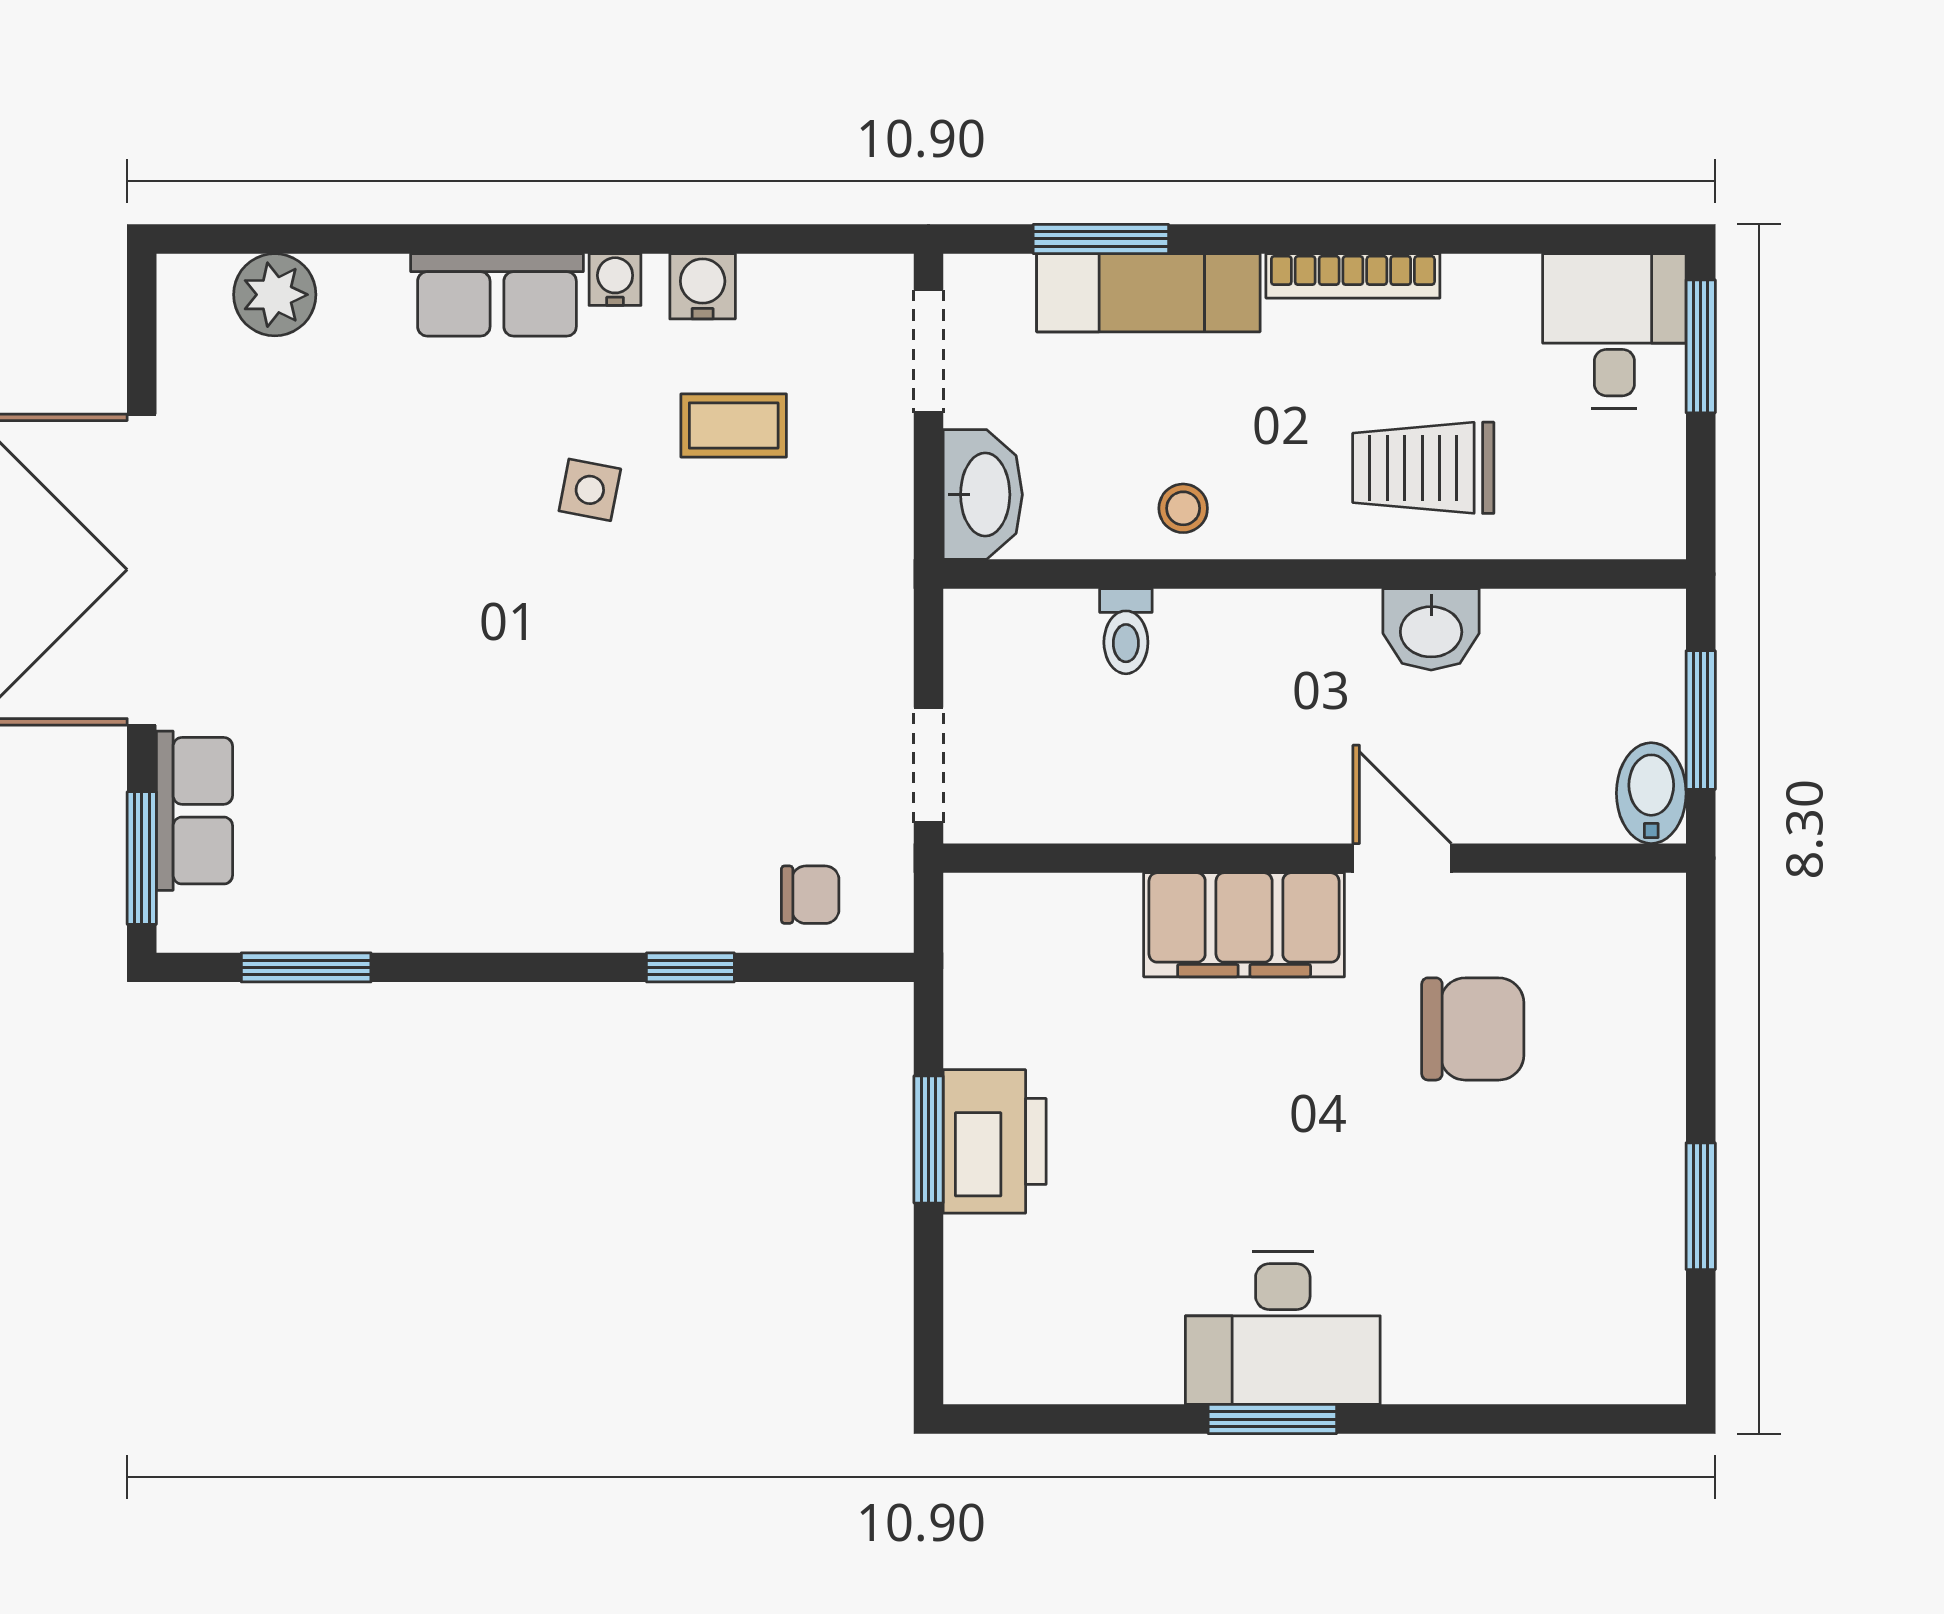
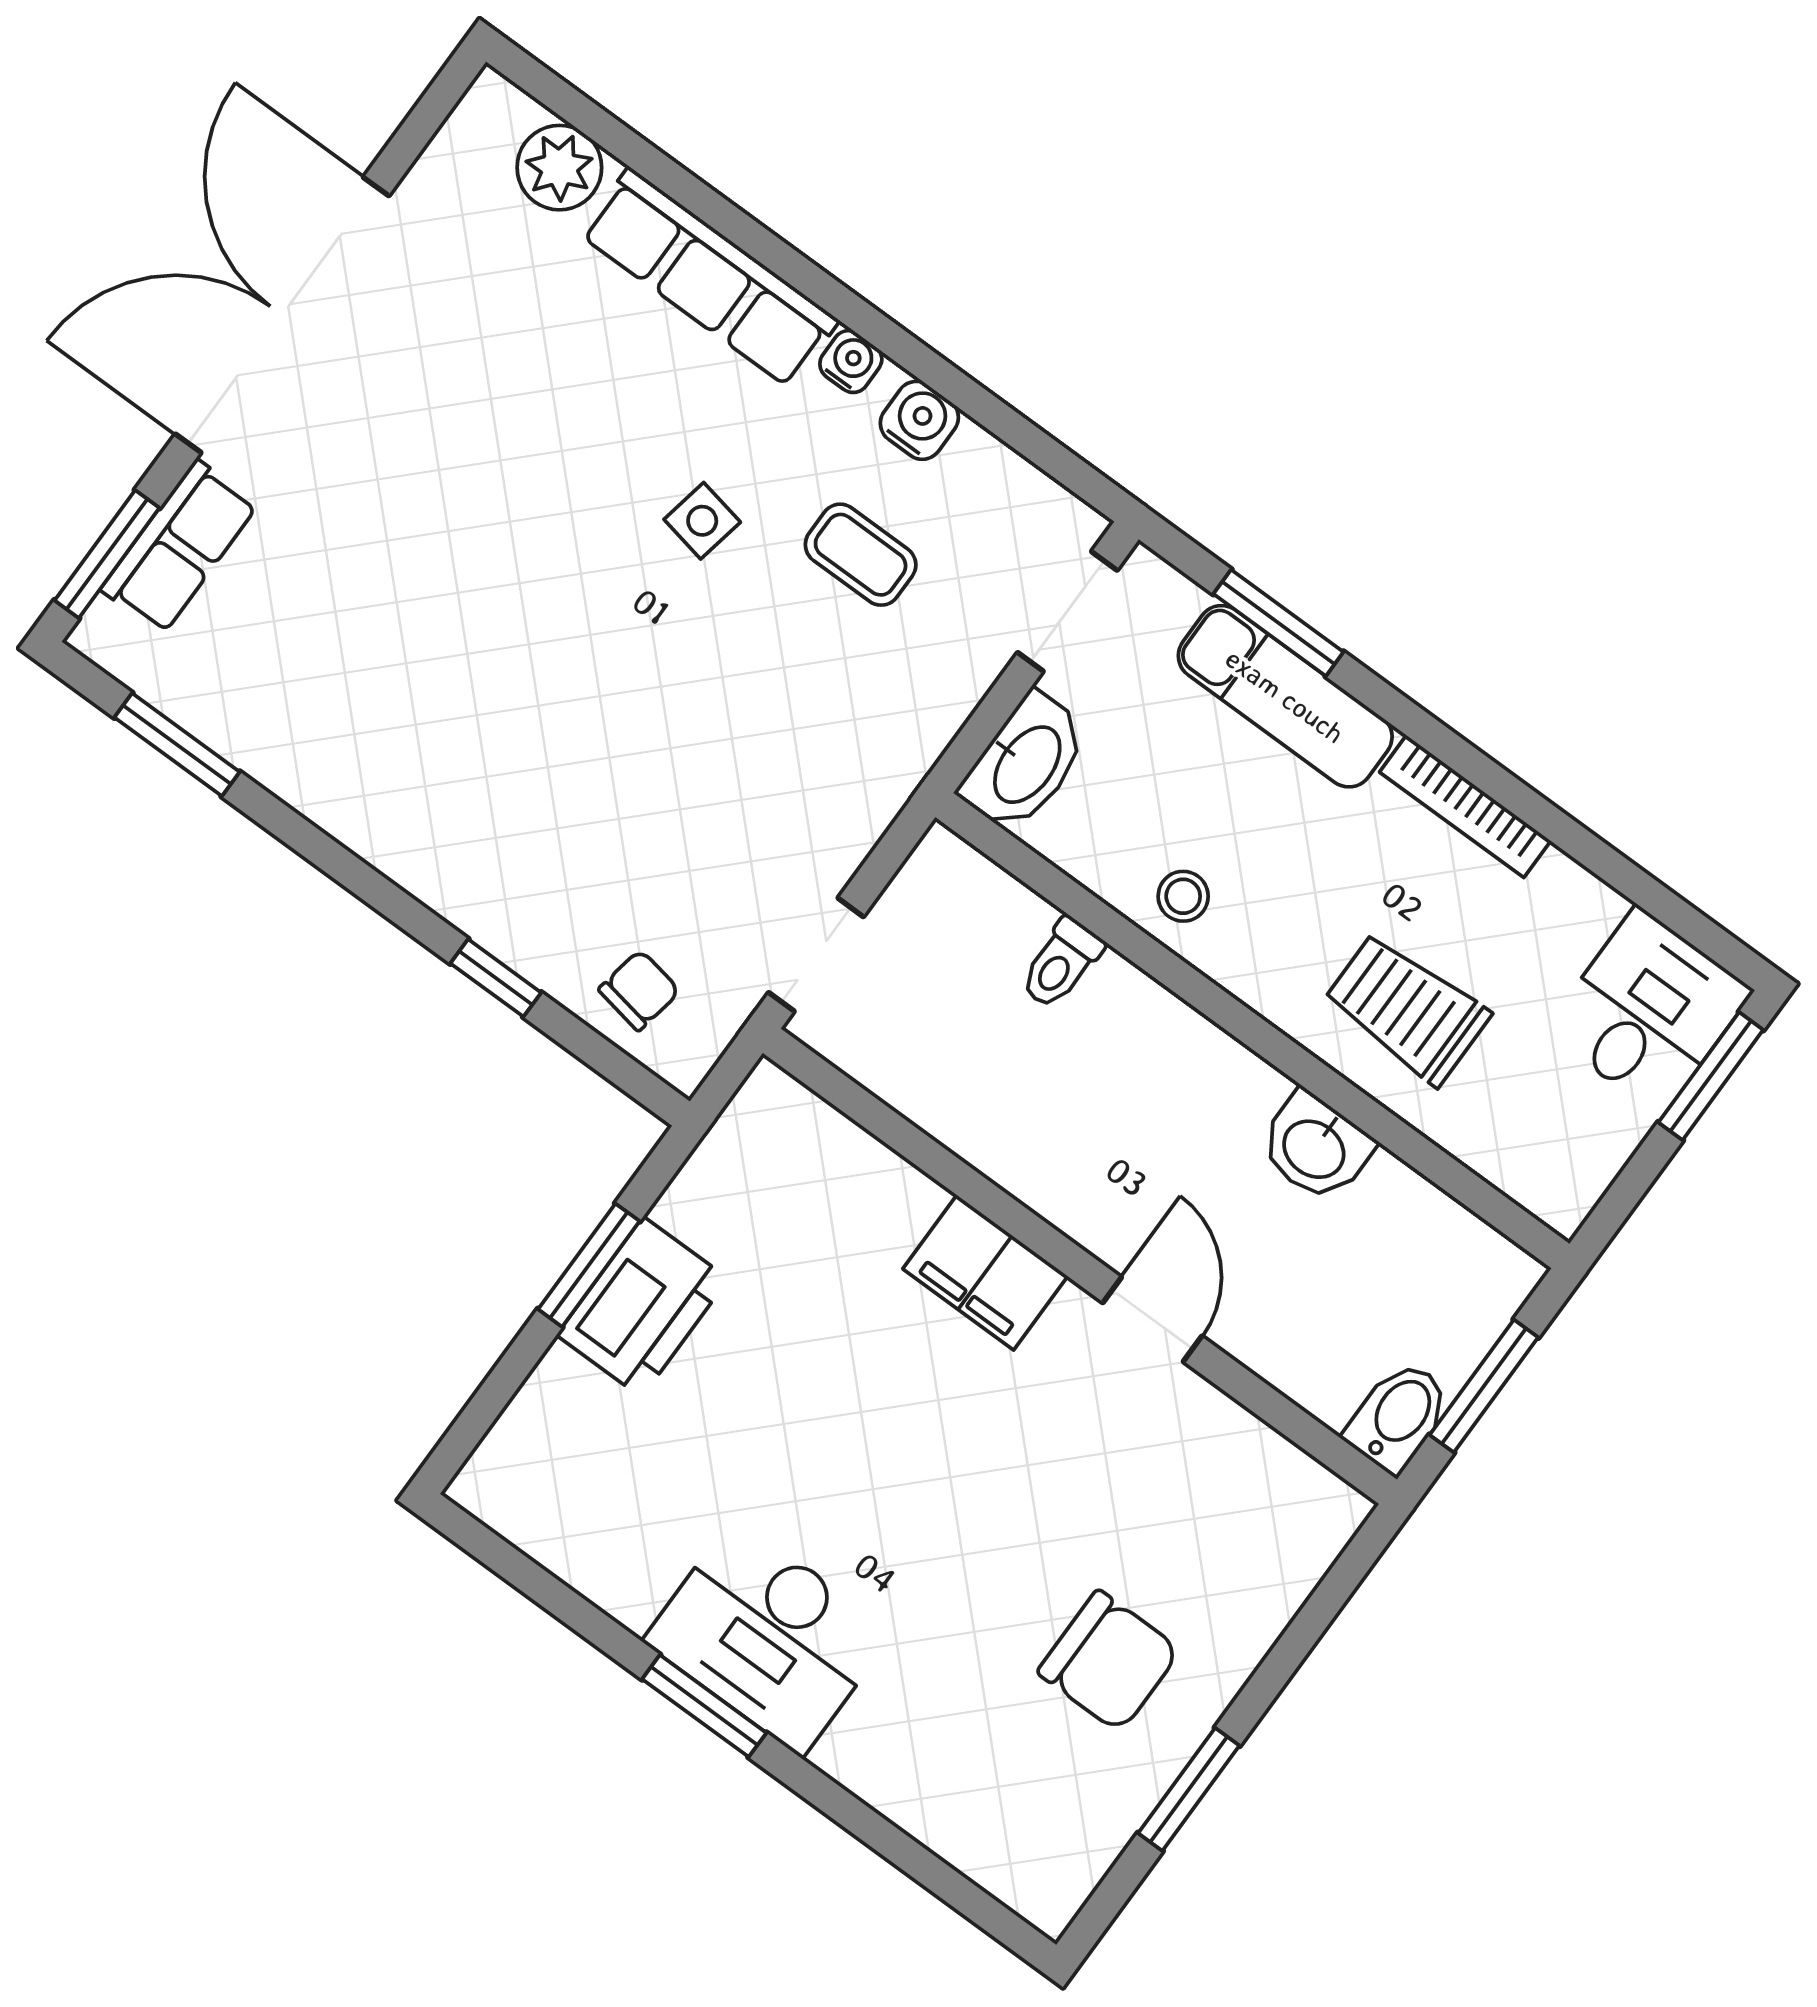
row of seats: (497, 295) -> (709, 278), width x1.48
chair: (810, 895) -> (639, 990), turned -80
filing cabinet: (1244, 925) -> (985, 1272), width x0.67, depth x0.86
chair: (1473, 1029) -> (1109, 1661), moved

